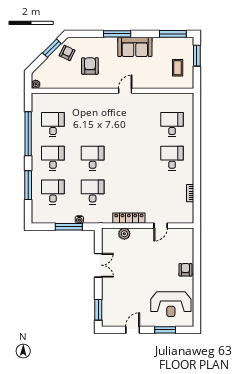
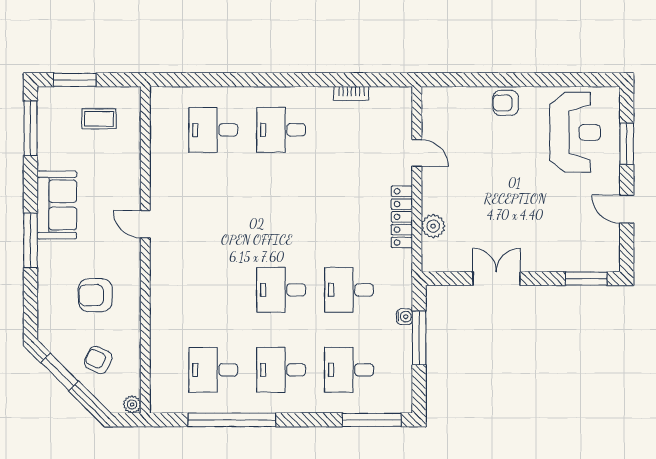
armchair: (67, 53) -> (98, 360), moved
window: (28, 185) -> (372, 420), moved

